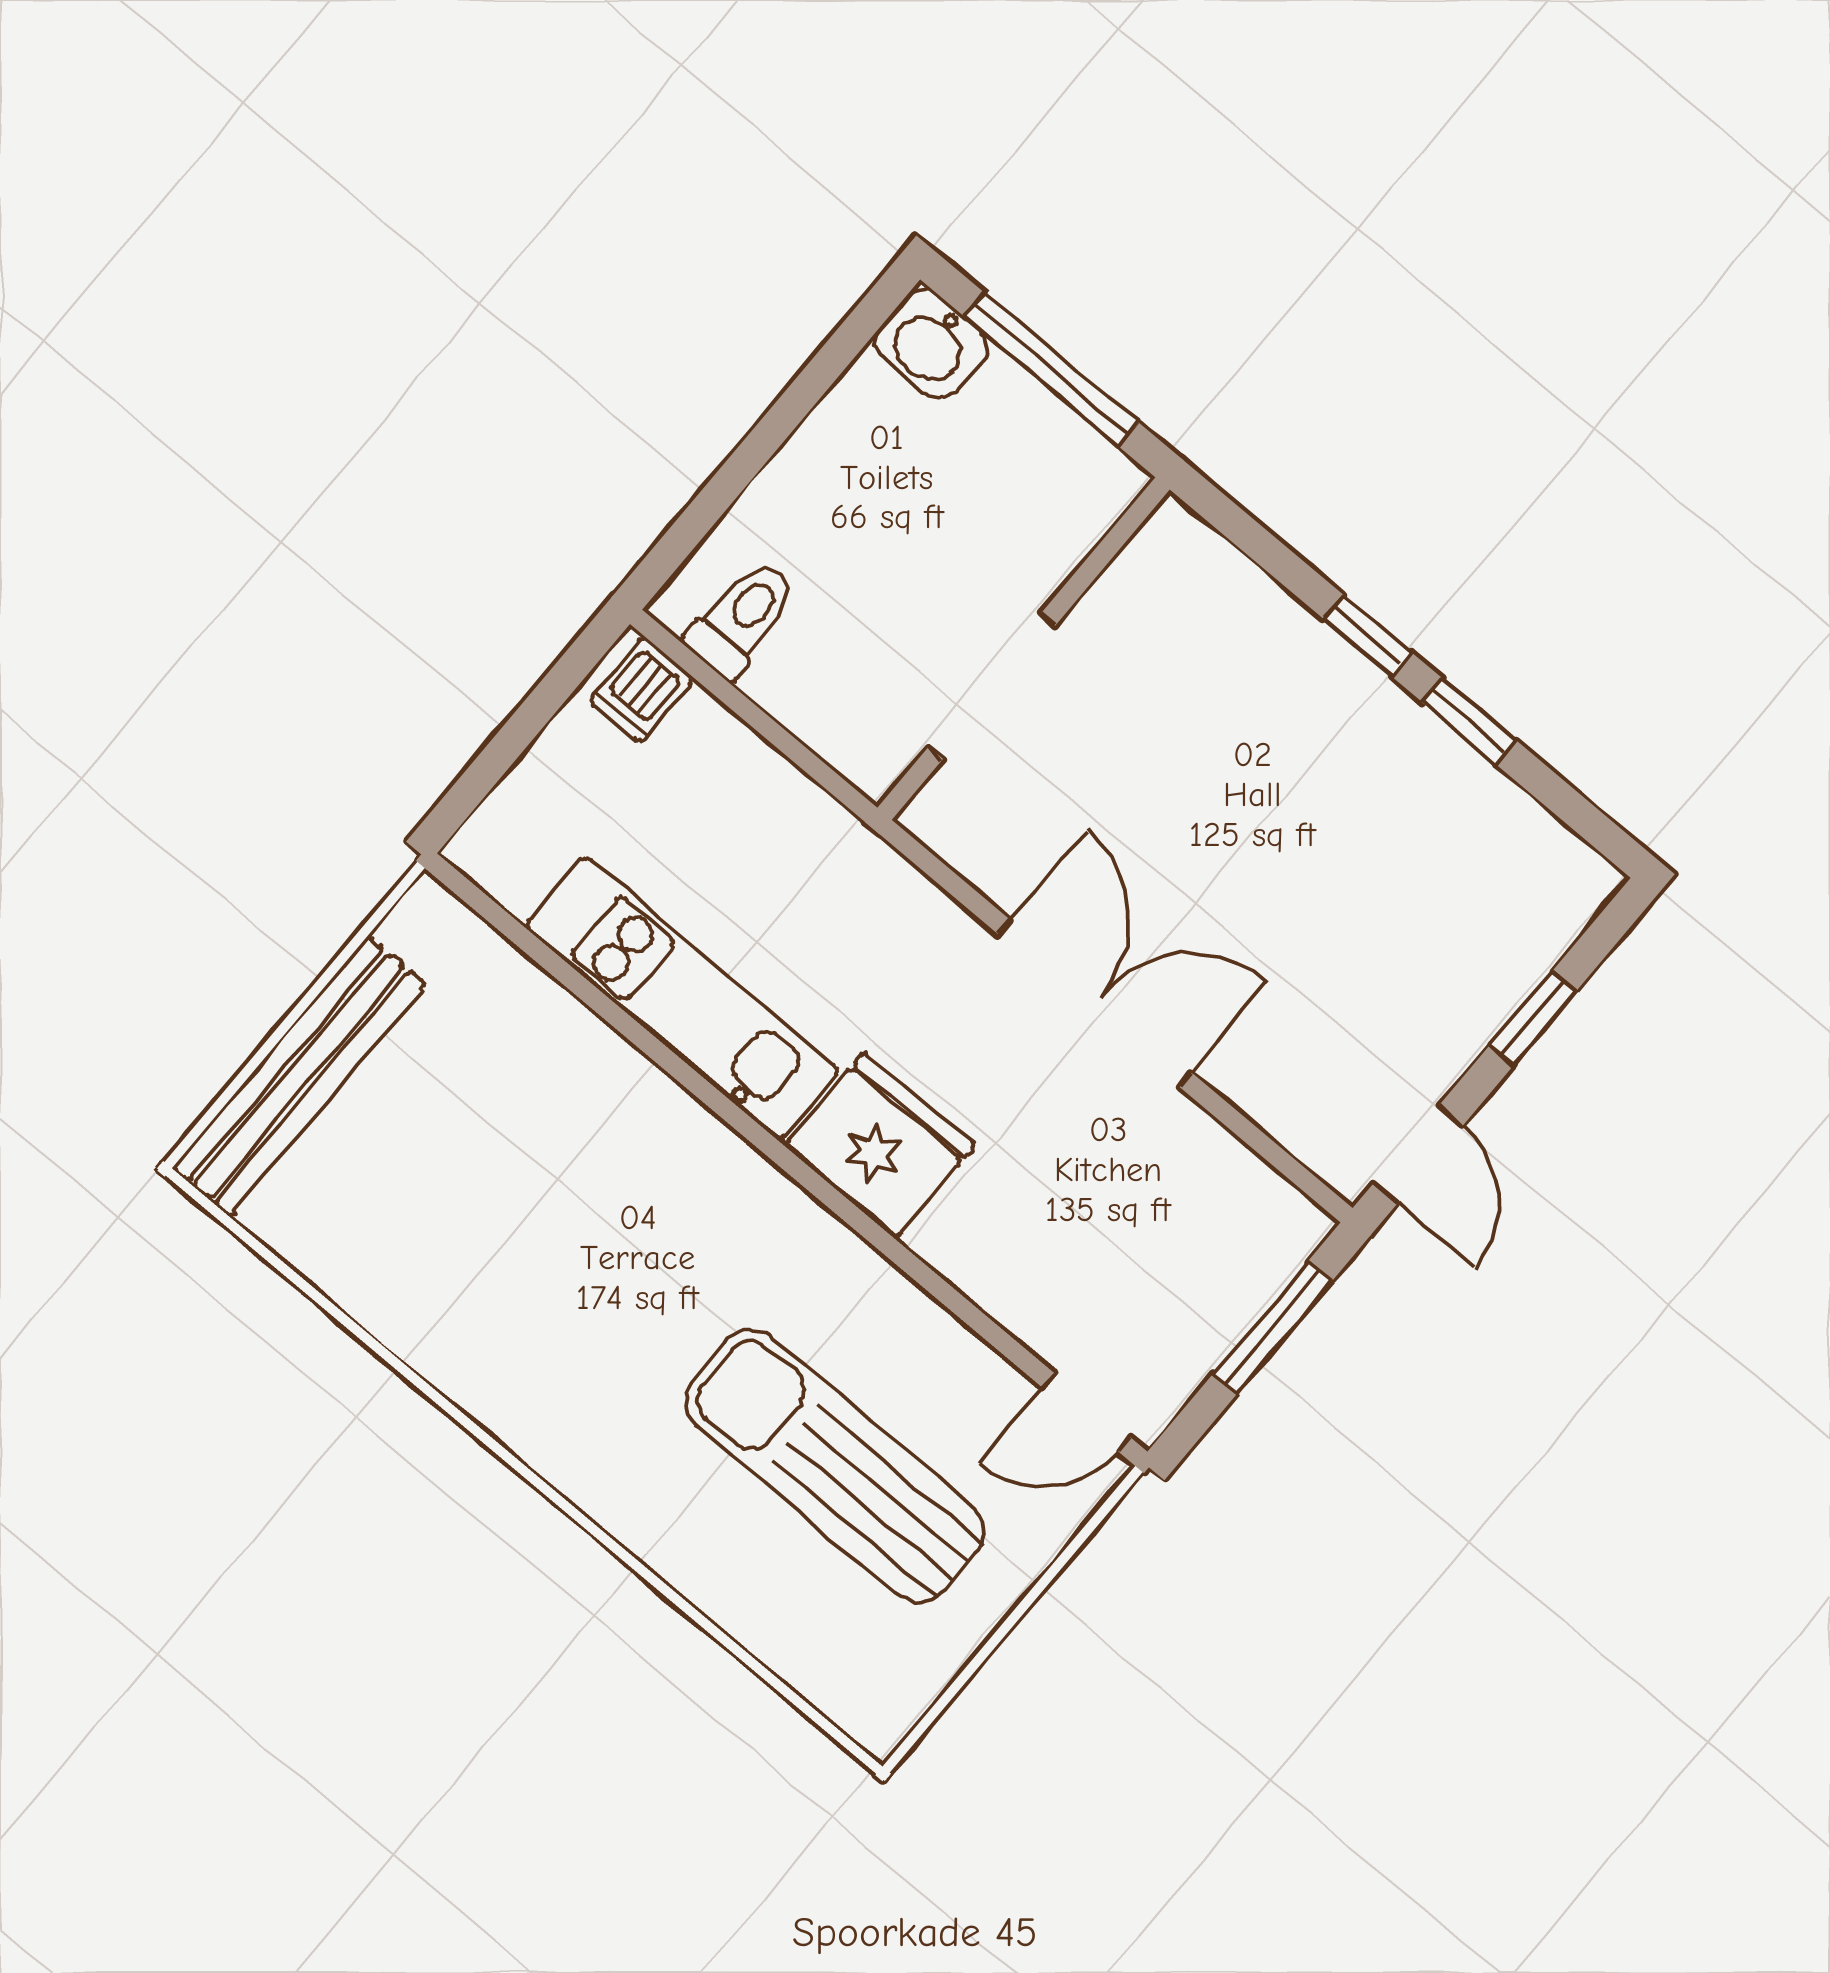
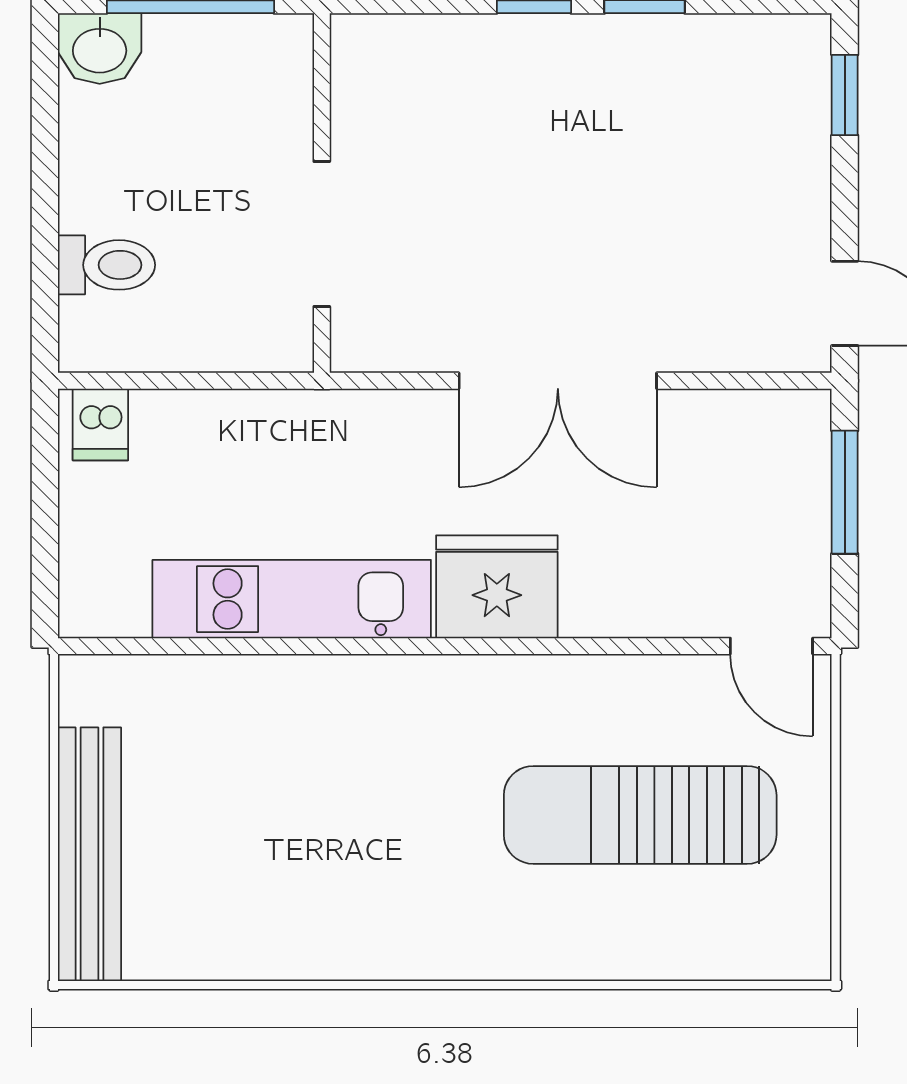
toilet: (742, 618) -> (106, 265), moved, turned 90
double door: (1095, 1003) -> (558, 381), swing flipped
window: (1533, 1018) -> (845, 95), moved
door: (1086, 1412) -> (771, 646), hinge flipped

